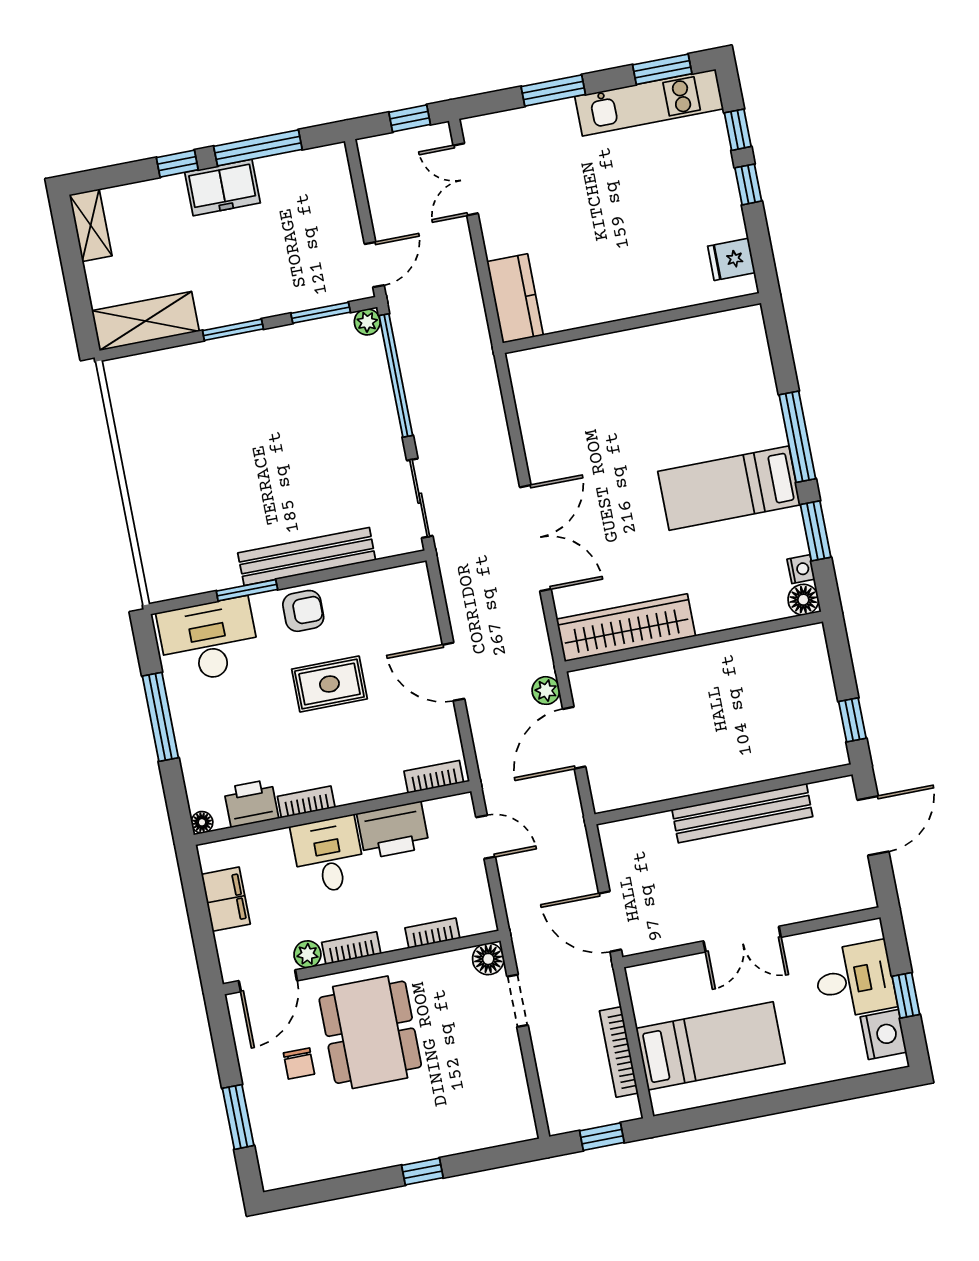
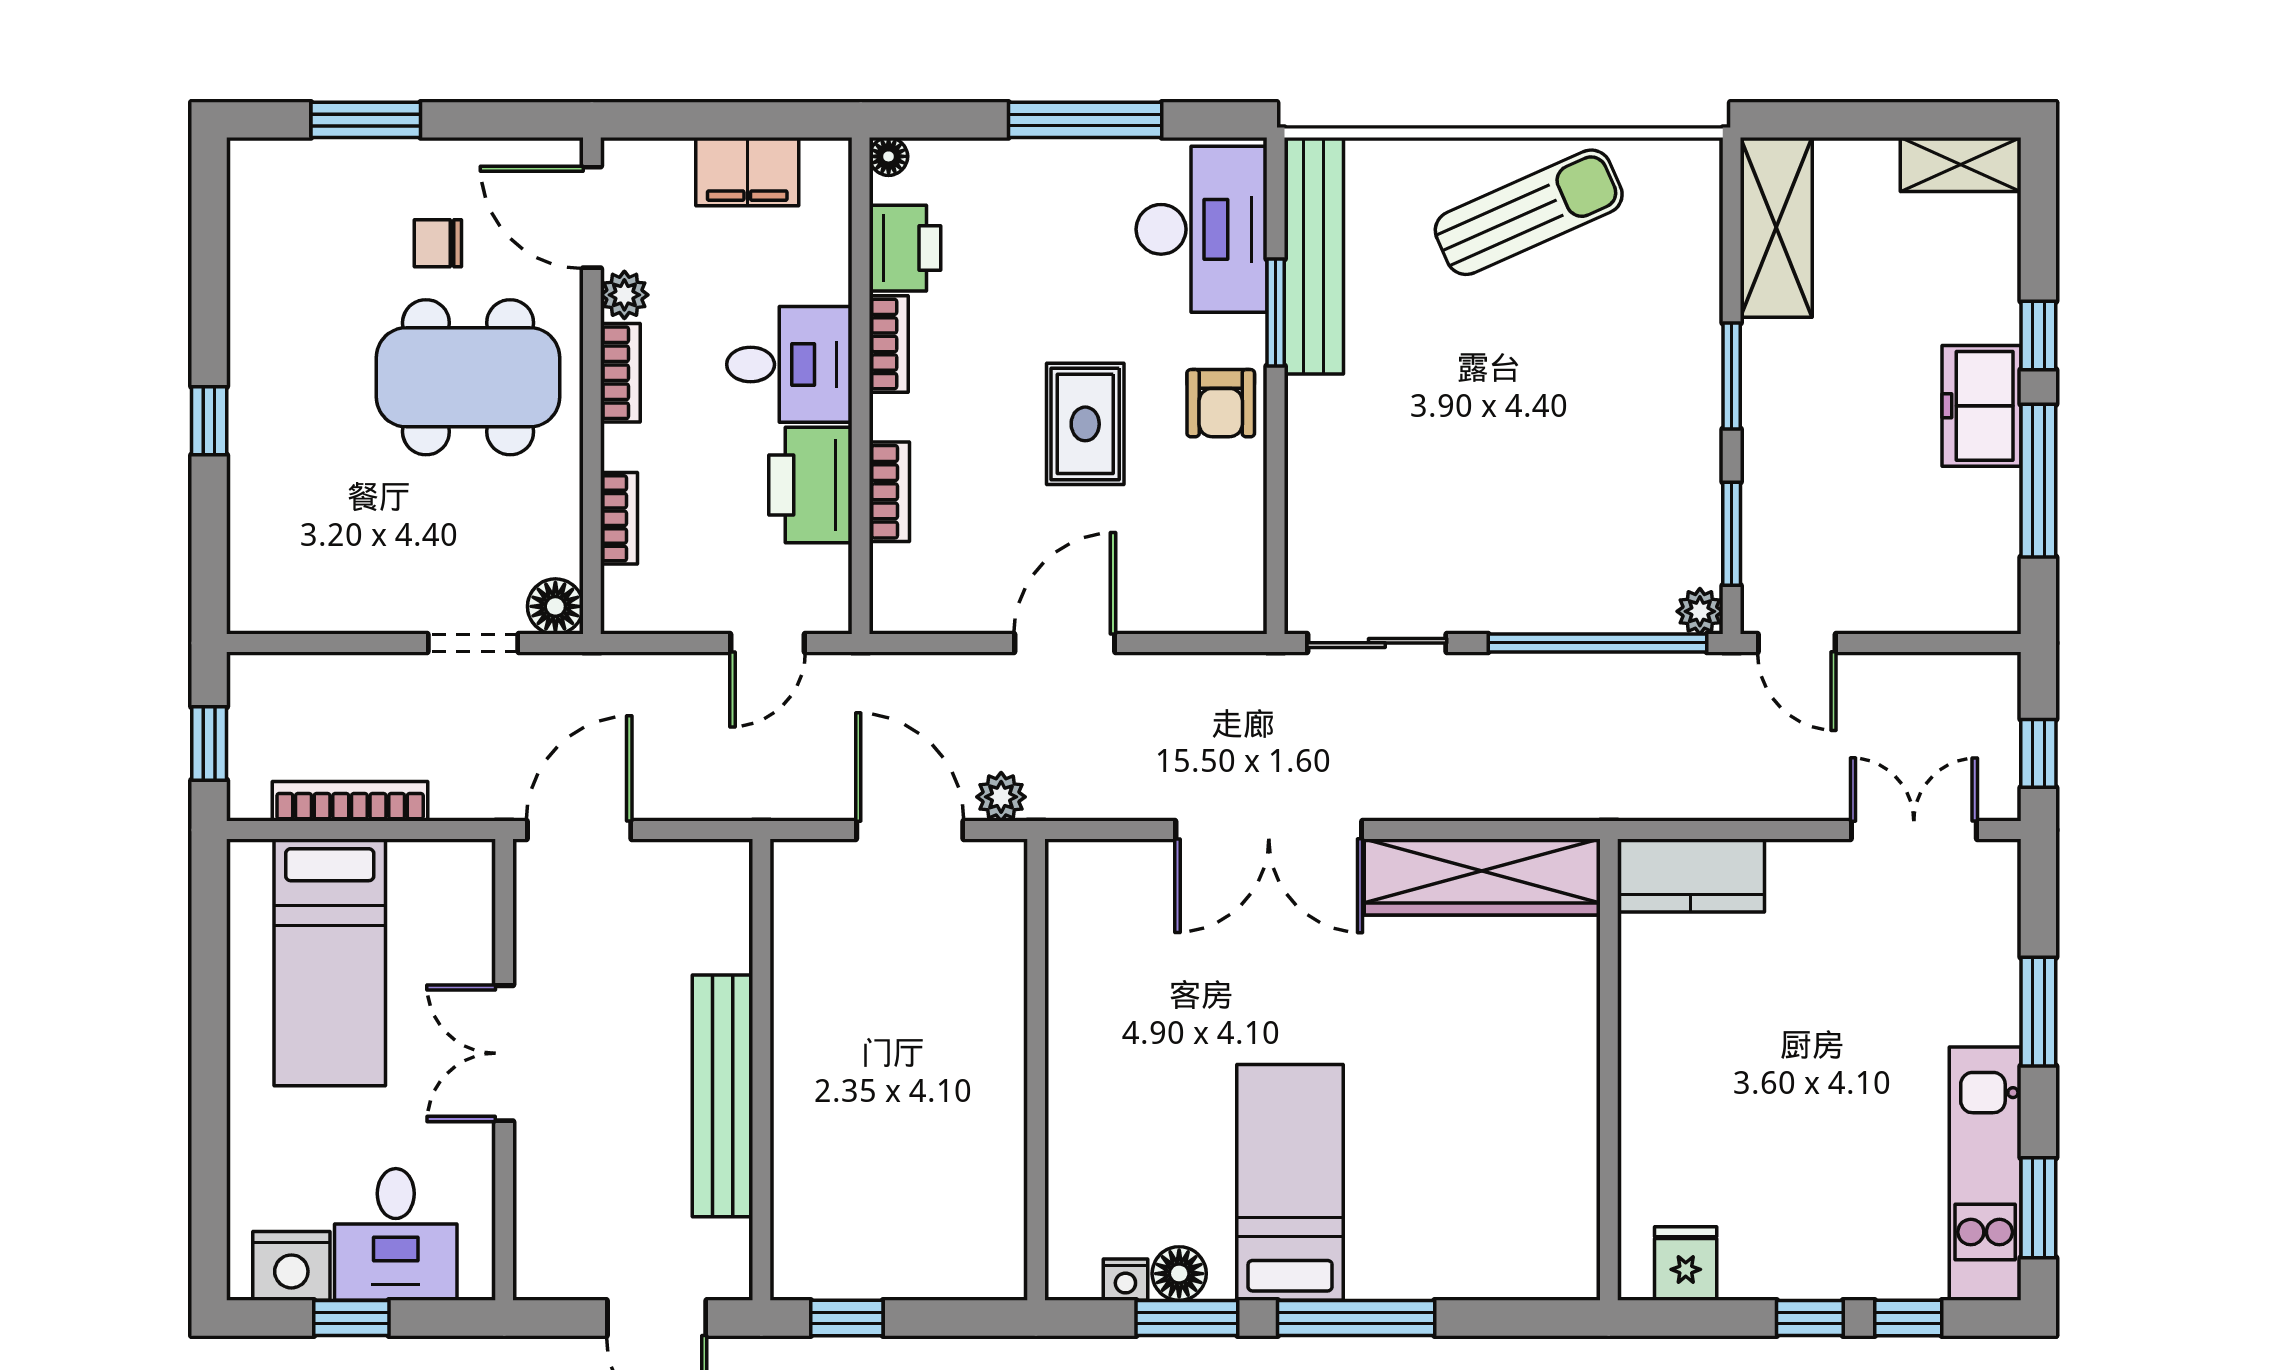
sun lounger: (164, 460) -> (1529, 212), added
bench: (307, 556) -> (1314, 256), moved
floor lamp: (803, 600) -> (1179, 1274), moved
wardrobe: (626, 628) -> (1482, 877), moved, turned 90
bookcase: (434, 777) -> (889, 492), moved

